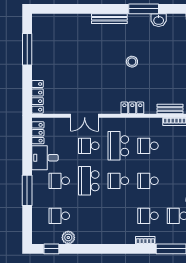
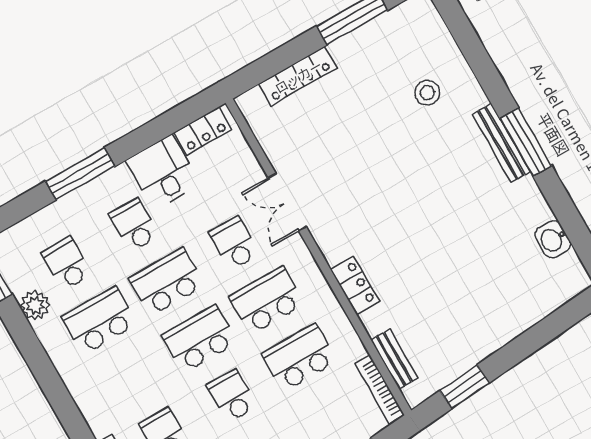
window: (144, 9) -> (526, 142), moved
stool: (132, 62) -> (427, 93), moved
locker: (38, 97) -> (298, 76), moved
school desk: (148, 146) -> (299, 357), width x1.85
school desk: (118, 181) -> (199, 339), width x1.85
school desk: (89, 216) -> (99, 321), added

